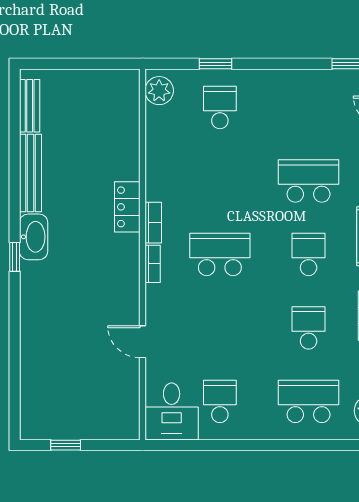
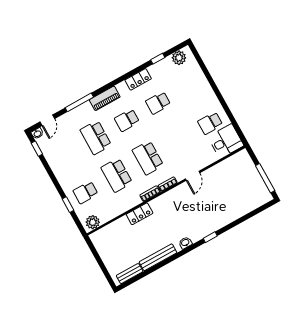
locker: (127, 207) -> (140, 214), moved
washbasin: (34, 237) -> (185, 243), width x0.52, depth x0.69
window: (15, 257) -> (210, 237), moved
door: (142, 342) -> (193, 176), moved
school desk: (309, 401) -> (117, 175), moved
window: (66, 445) -> (265, 178), width x2.17

